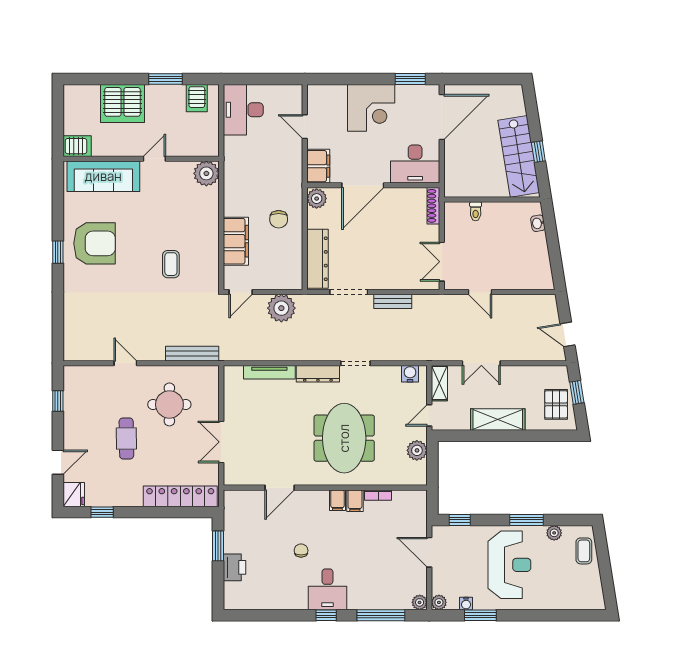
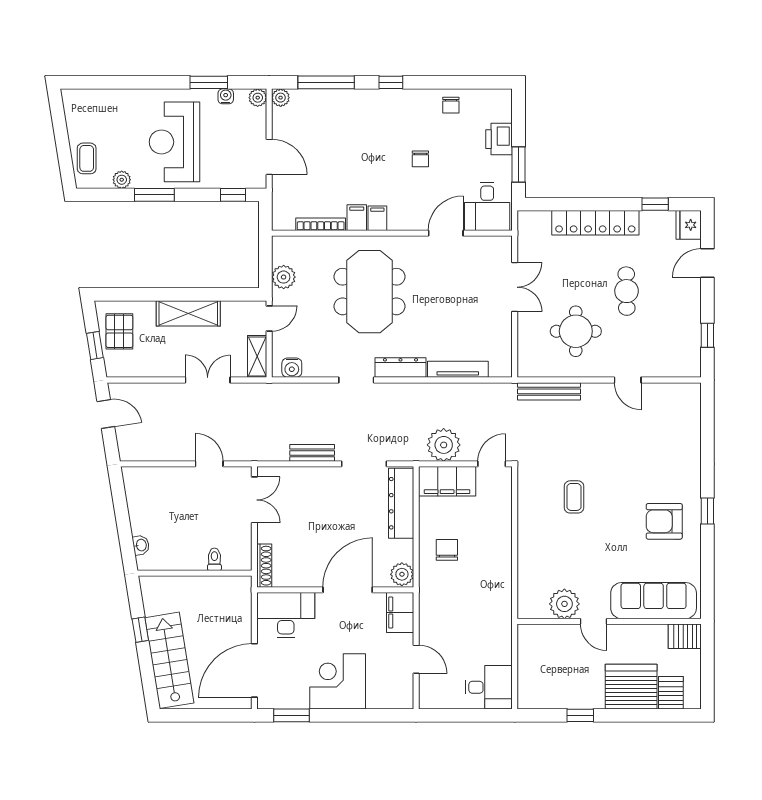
window: (166, 79) -> (580, 715), width x0.67
server rack: (197, 98) -> (671, 693), moved
desk: (243, 110) -> (489, 687), width x0.73
stairs: (519, 156) -> (169, 660), moved
door: (154, 159) -> (594, 621), hinge flipped
plant: (206, 173) -> (564, 604), moved
filing cabinet: (236, 241) -> (447, 481), moved, turned -90
armchair: (94, 243) -> (664, 521), width x0.73, depth x0.73
bookcase: (378, 495) -> (321, 224), width x1.56
locker: (180, 496) -> (595, 223), moved
desk: (327, 589) -> (487, 206), moved, turned 180
chair: (275, 596) -> (451, 105), added

